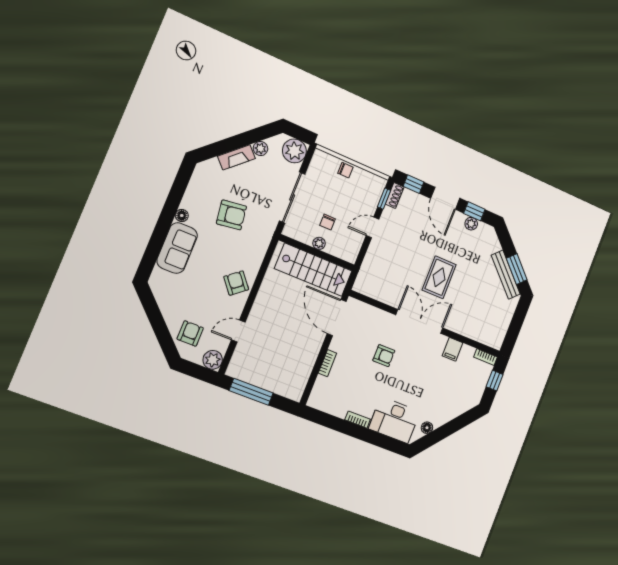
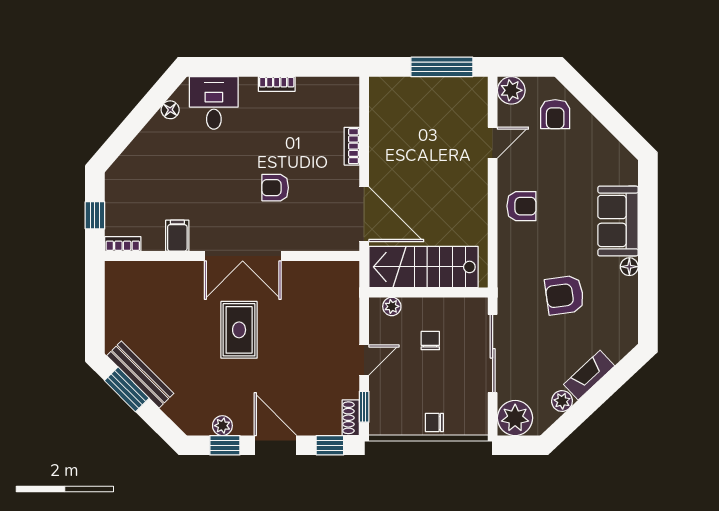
plant: (319, 243) -> (392, 306), moved
armchair: (236, 283) -> (521, 206), turned -51
desk: (394, 420) -> (214, 103), width x0.73

